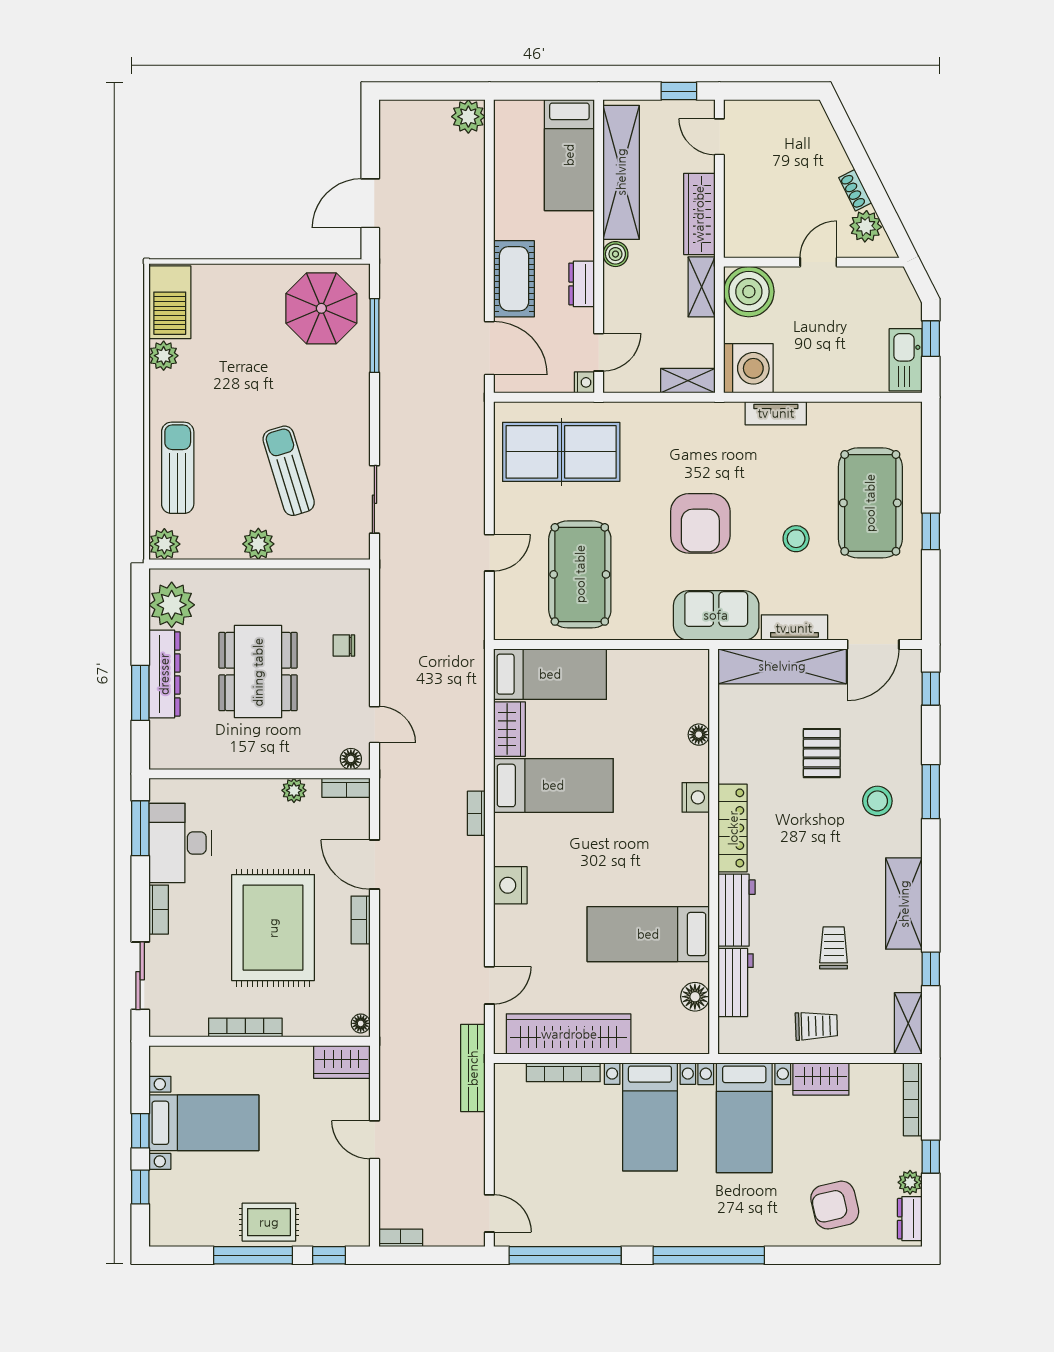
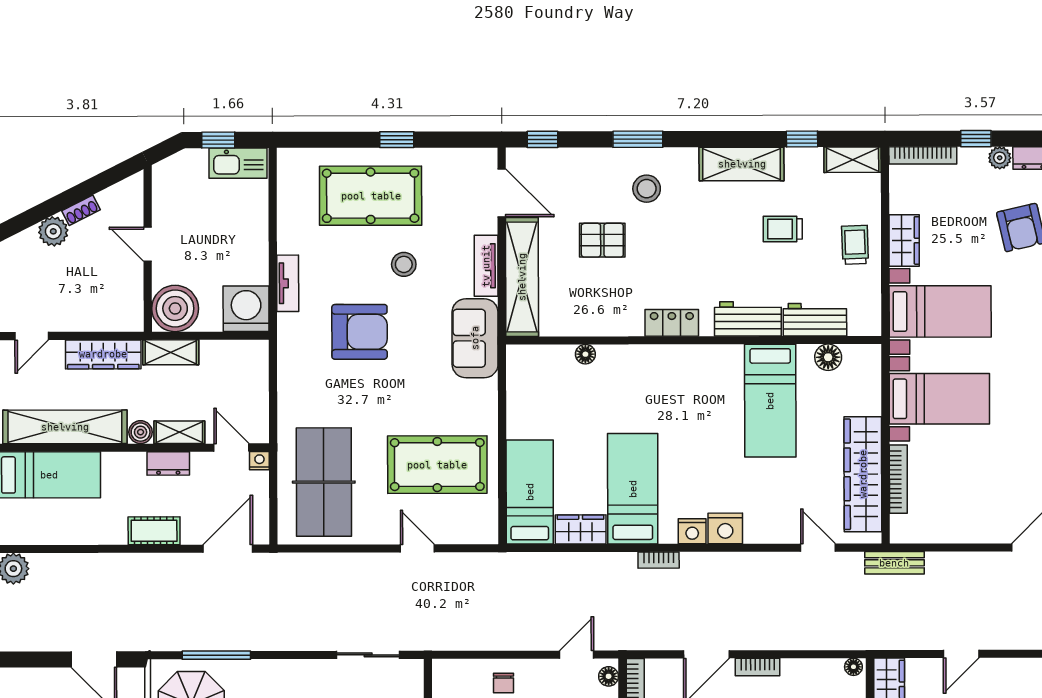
plant: (866, 226) -> (53, 231), moved
cot: (514, 279) -> (154, 531), width x0.73, depth x0.75
shelving: (688, 381) -> (179, 432), moved, turned 90
armchair: (700, 523) -> (360, 332), moved
nightstand: (696, 797) -> (692, 531), moved, turned 180
locker: (733, 828) -> (672, 323), width x0.66
bench: (473, 1068) -> (894, 563), width x0.73

